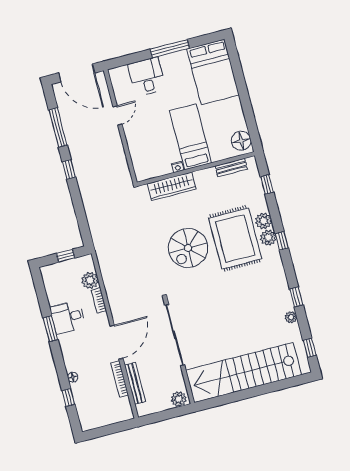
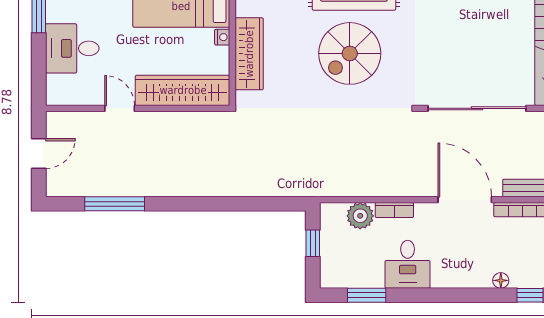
door: (77, 73) -> (39, 154), width x0.53
wardrobe: (139, 151) -> (183, 90), added
window: (69, 169) -> (183, 204), removed
spiral stairs: (188, 248) -> (350, 53), turned 90
window: (50, 329) -> (367, 295), moved

